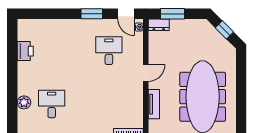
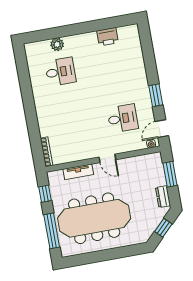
dresser: (159, 25) -> (163, 197), moved

